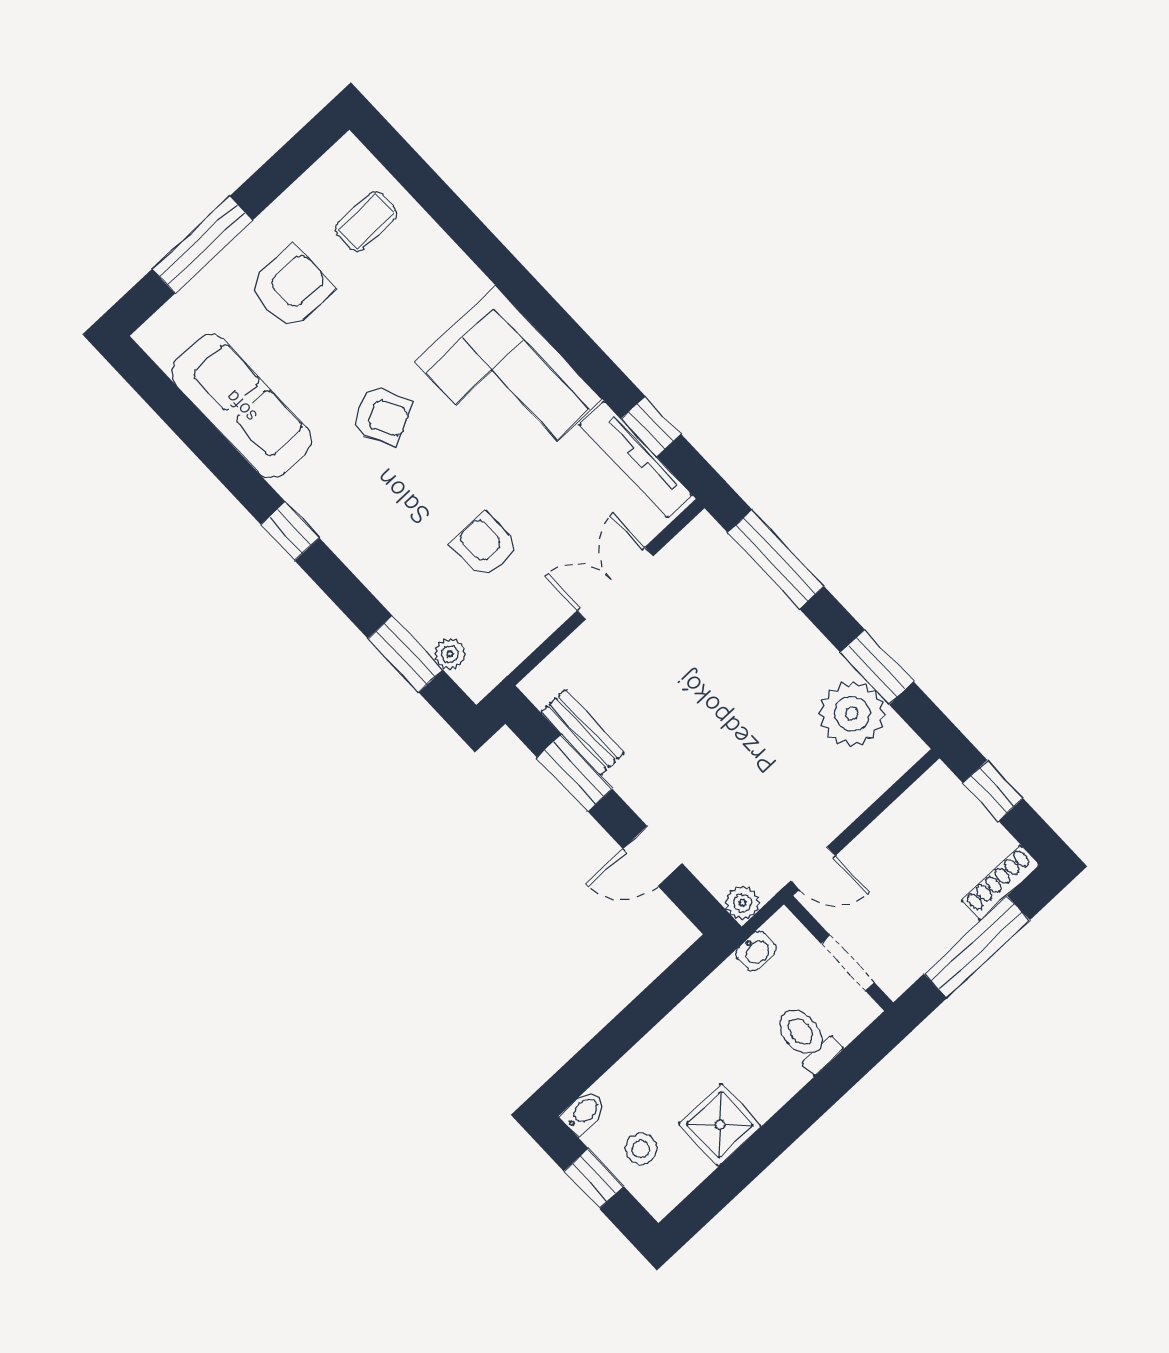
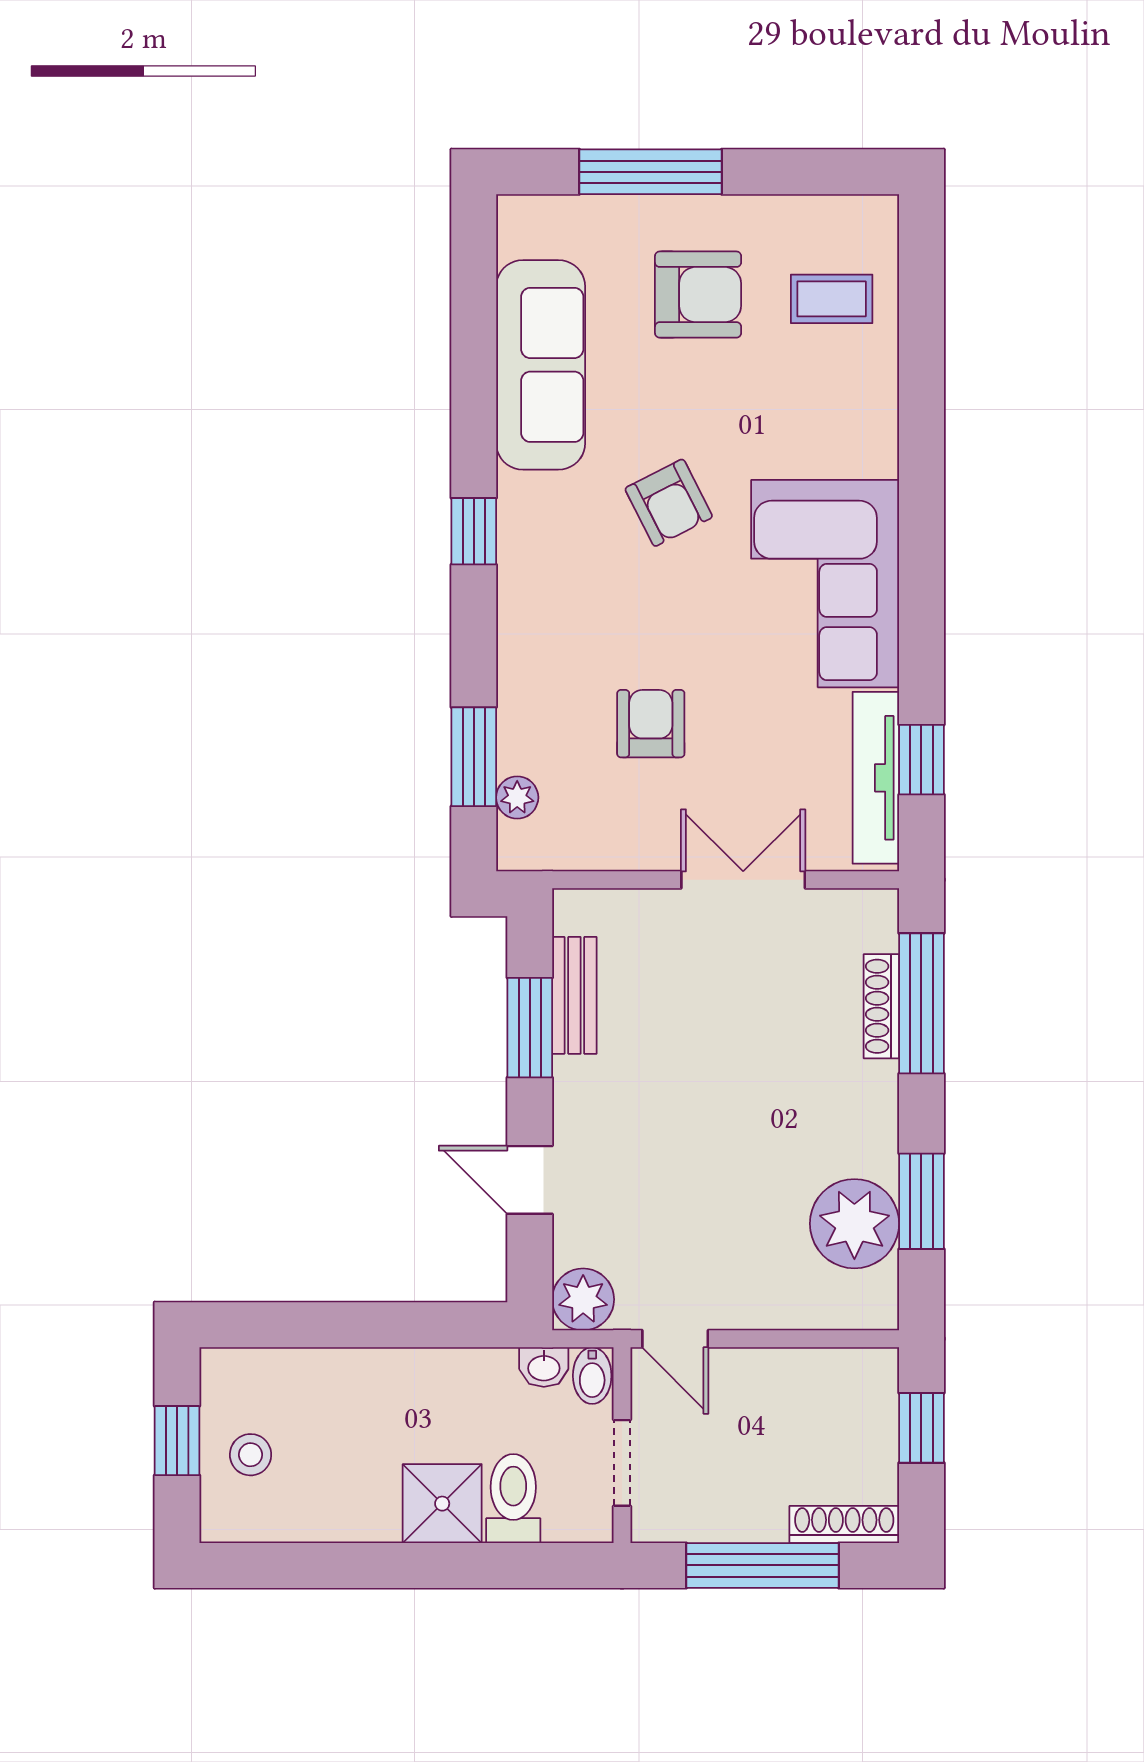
shoe rack: (755, 581) -> (881, 1006), added
plant: (742, 903) -> (583, 1299), width x1.38, depth x1.38
bidet: (583, 1112) -> (592, 1376), moved, turned 90
shower: (720, 1125) -> (442, 1504), moved

